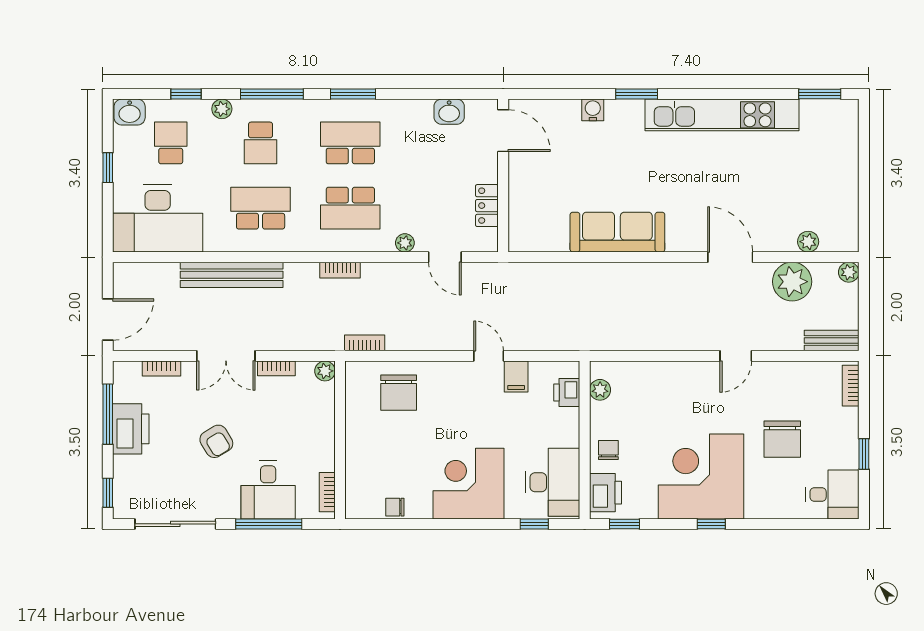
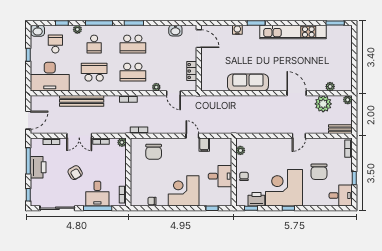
school desk: (350, 143) -> (133, 44), turned 180
printer: (567, 392) -> (226, 152), removed
desk: (553, 482) -> (220, 176), moved, width x0.73
printer: (605, 493) -> (256, 199), moved, turned -90

